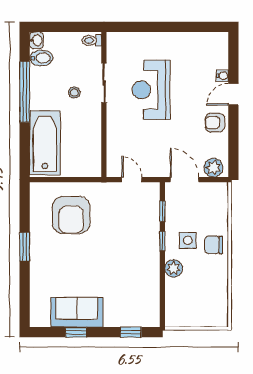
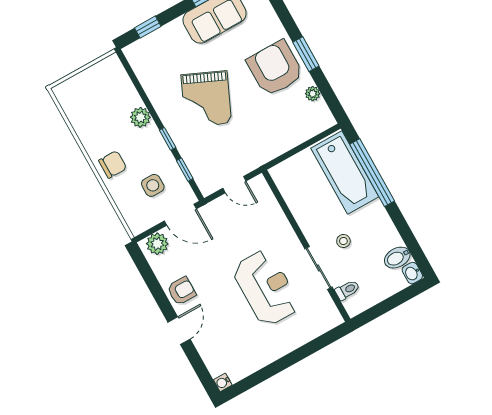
toilet: (92, 40) -> (347, 290), moved
water cooler: (222, 76) -> (223, 382), moved
window: (25, 92) -> (372, 173), moved
plant: (36, 215) -> (313, 94), added
armchair: (71, 215) -> (275, 68), moved
side table: (188, 240) -> (153, 185), moved
grand piano: (117, 255) -> (206, 99), added

